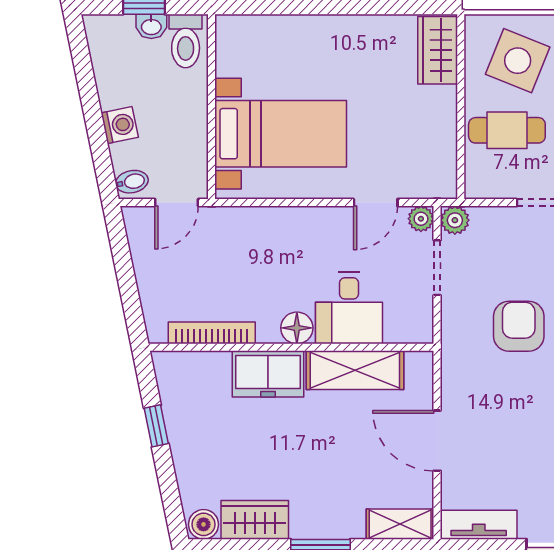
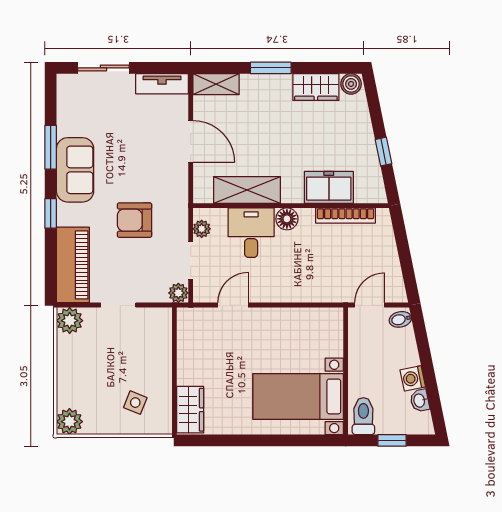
washbasin: (151, 26) -> (420, 400), moved, turned -102
side table: (518, 61) -> (135, 403), width x0.54, depth x0.54
washing machine: (120, 125) -> (413, 378), moved
cafe table: (507, 130) -> (143, 355), removed
bed with nightstands: (281, 134) -> (298, 396), moved
plant: (421, 219) -> (202, 229), moved
armchair: (519, 326) -> (135, 220), turned 90
freezer: (268, 374) -> (329, 187), moved

